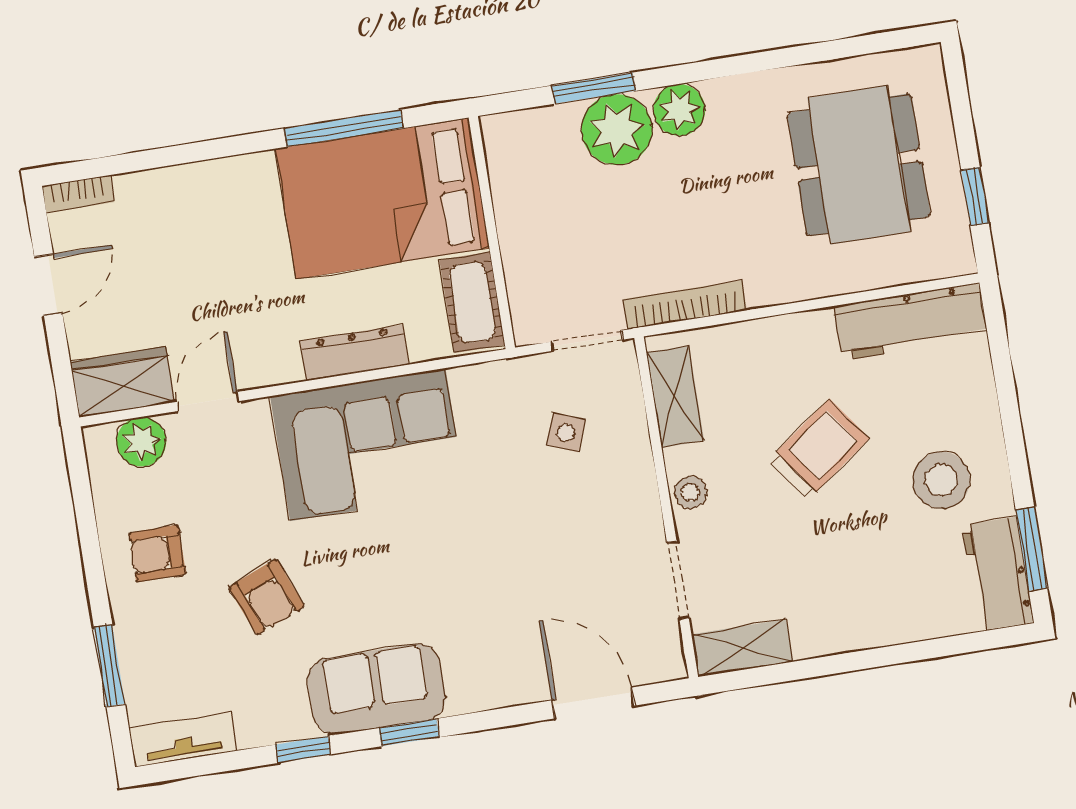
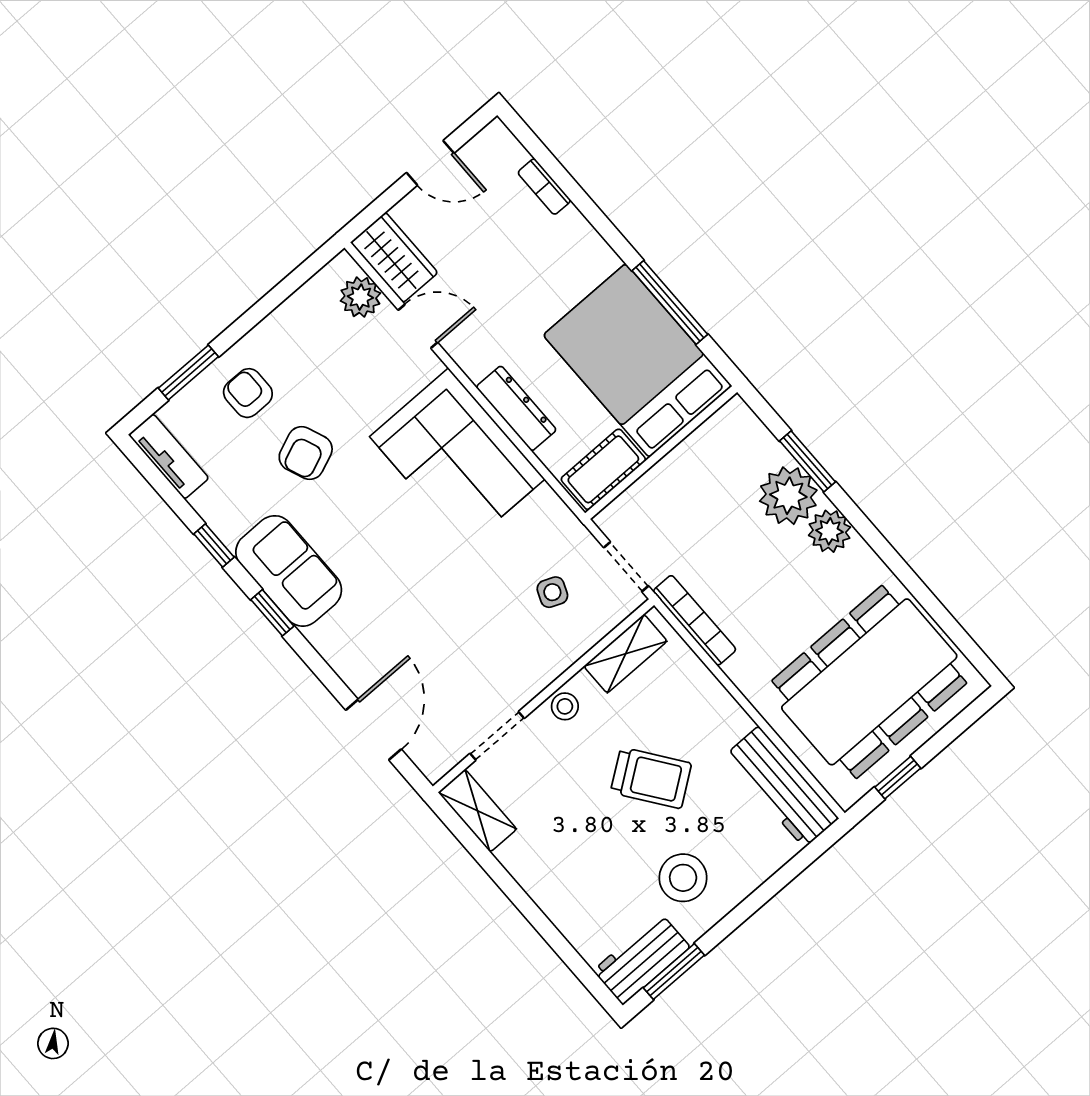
dining table: (859, 165) -> (869, 682), width x1.36, depth x1.24
bookcase: (78, 194) -> (544, 187), moved
armchair: (157, 554) -> (248, 393), moved

